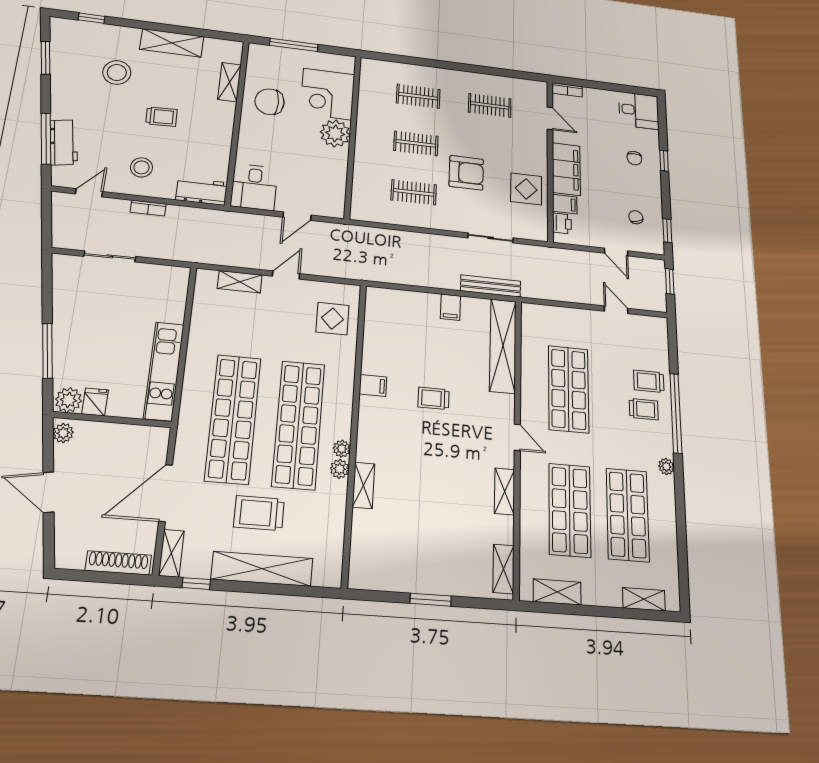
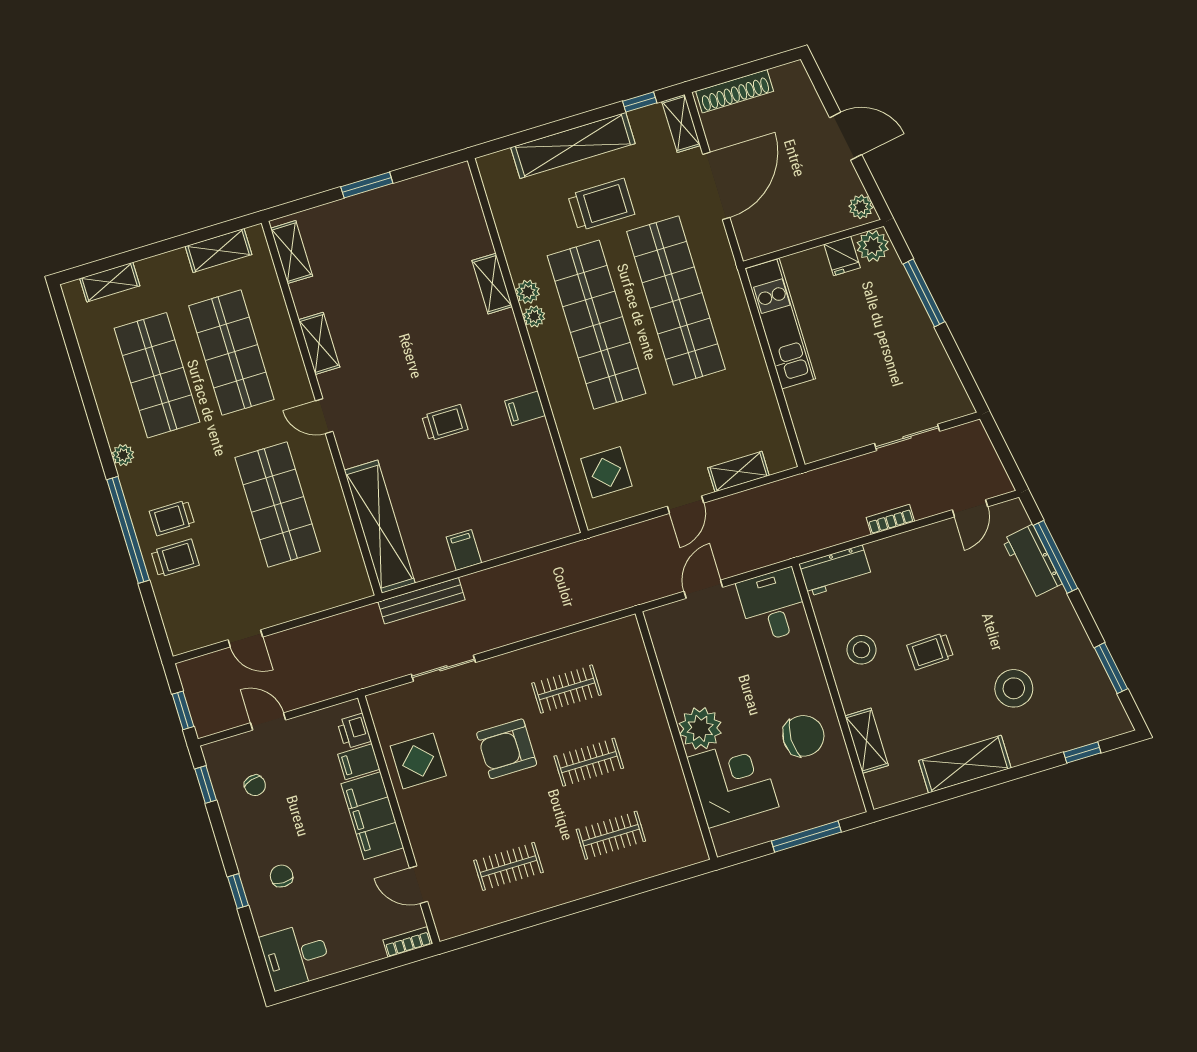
stool: (141, 167) -> (861, 650), moved

